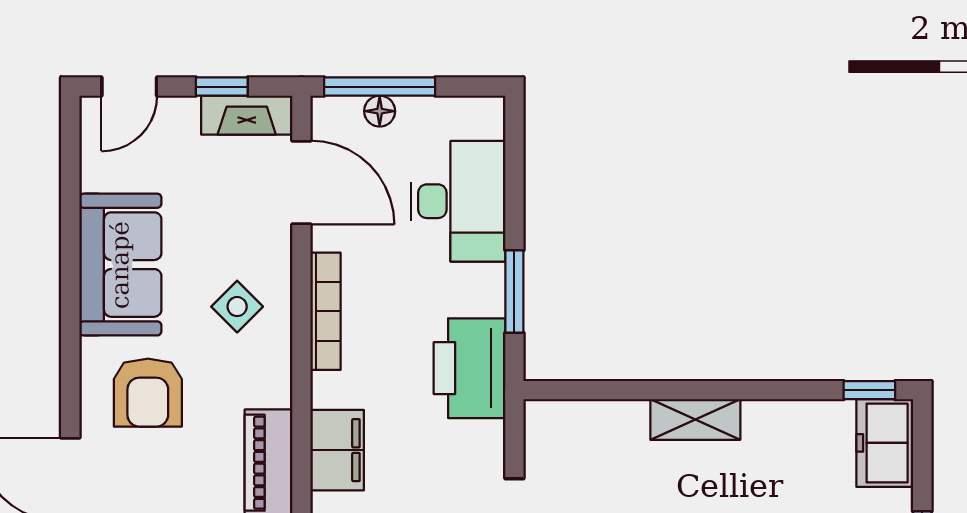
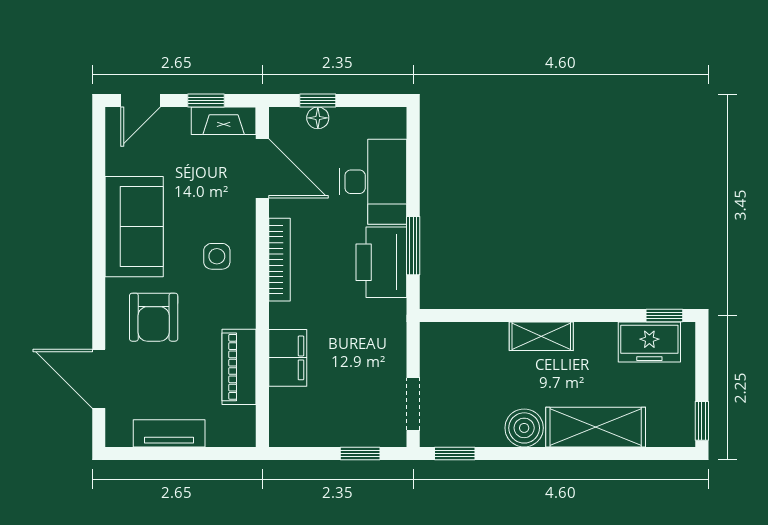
window: (380, 87) -> (318, 101), width x0.46
side table: (237, 307) -> (217, 256), turned 45
printer: (470, 368) -> (381, 262), moved
freezer: (885, 443) -> (649, 342), moved, turned -90

